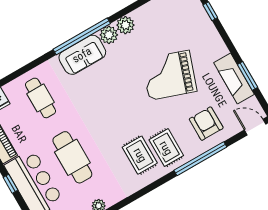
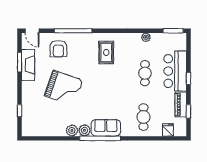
rug: (166, 148) -> (89, 48), removed
cafe table: (72, 157) -> (145, 73), width x0.73, depth x0.74

